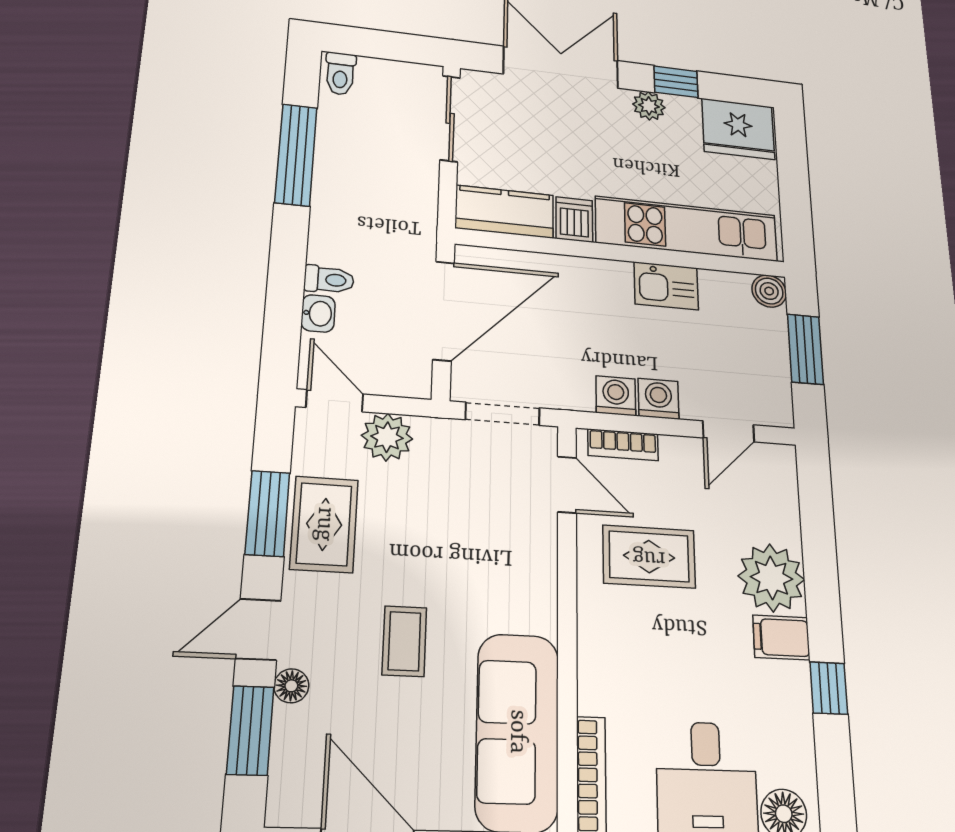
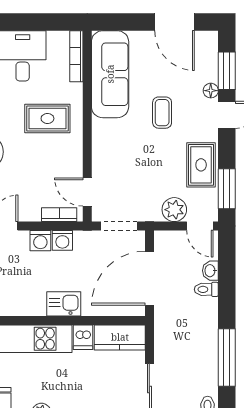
kitchen sink: (666, 286) -> (64, 304), moved
window: (267, 513) -> (227, 189), moved
rug: (649, 557) -> (47, 118), moved

